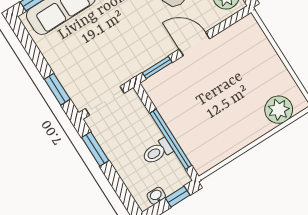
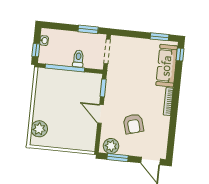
door: (194, 44) -> (100, 114), swing flipped
window: (57, 89) -> (160, 37), moved
toilet: (157, 152) -> (78, 59), moved

